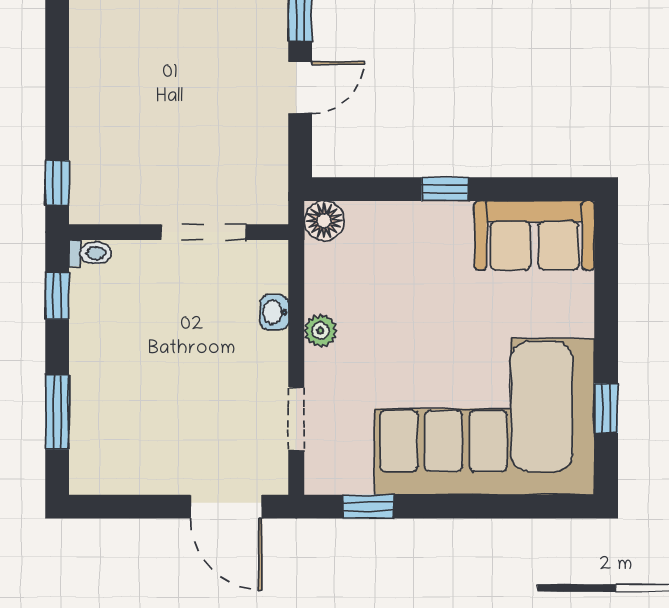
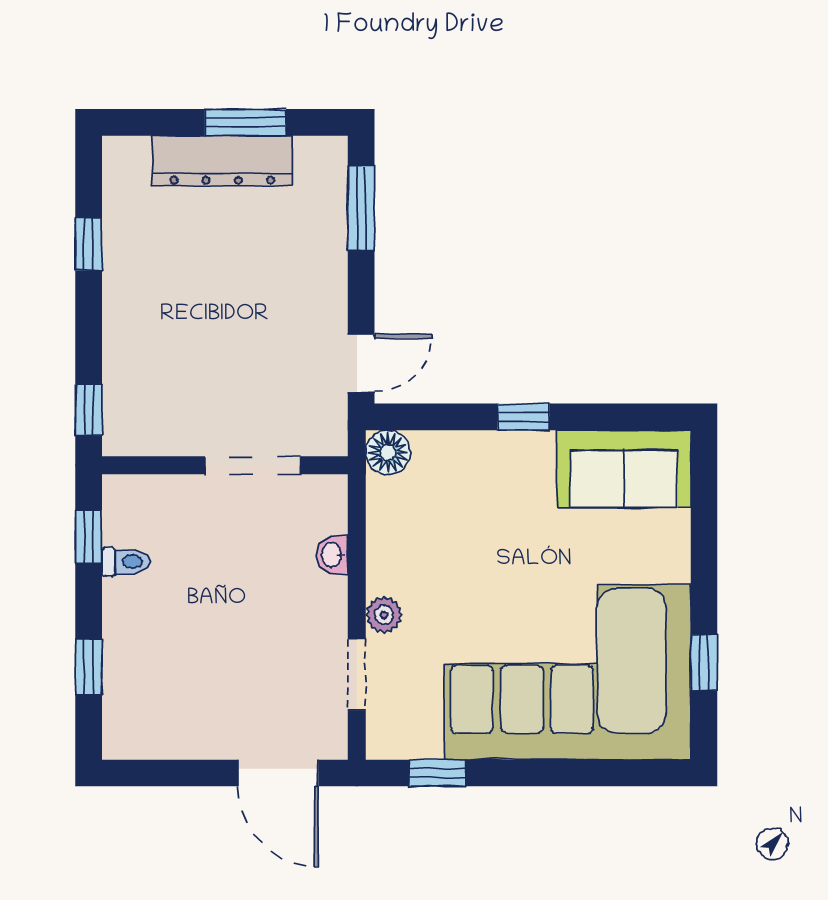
window: (57, 35) -> (89, 244), added
door: (300, 87) -> (361, 363), moved
toilet: (90, 253) -> (126, 562), moved
plant: (320, 331) -> (384, 615), moved
window: (57, 412) -> (89, 667), width x0.67

